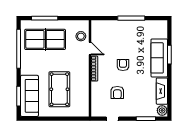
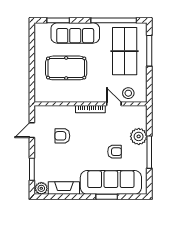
plant: (118, 27) -> (139, 136), added
door: (90, 49) -> (114, 104), swing flipped
sofa: (159, 58) -> (111, 182), width x1.36, depth x1.27
armchair: (123, 65) -> (115, 152), moved
sofa: (29, 96) -> (75, 33), moved

